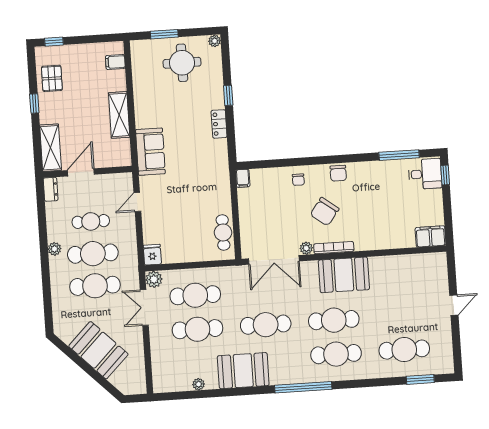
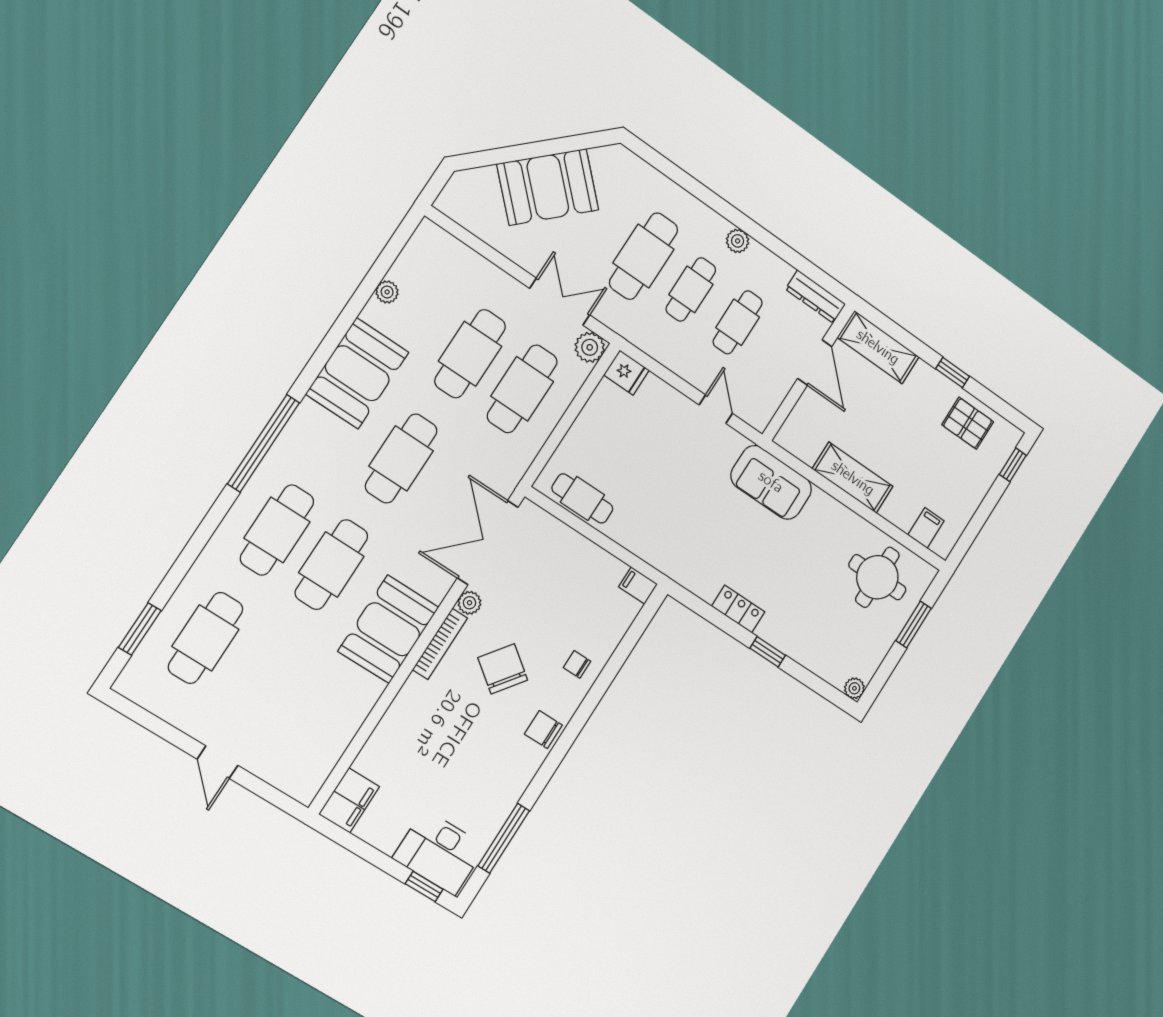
round table: (182, 63) -> (877, 577), moved
desk: (425, 174) -> (439, 852), width x1.37
dresser: (51, 189) -> (816, 297), width x1.44
cafe table: (93, 254) -> (691, 289), width x0.73, depth x0.74

